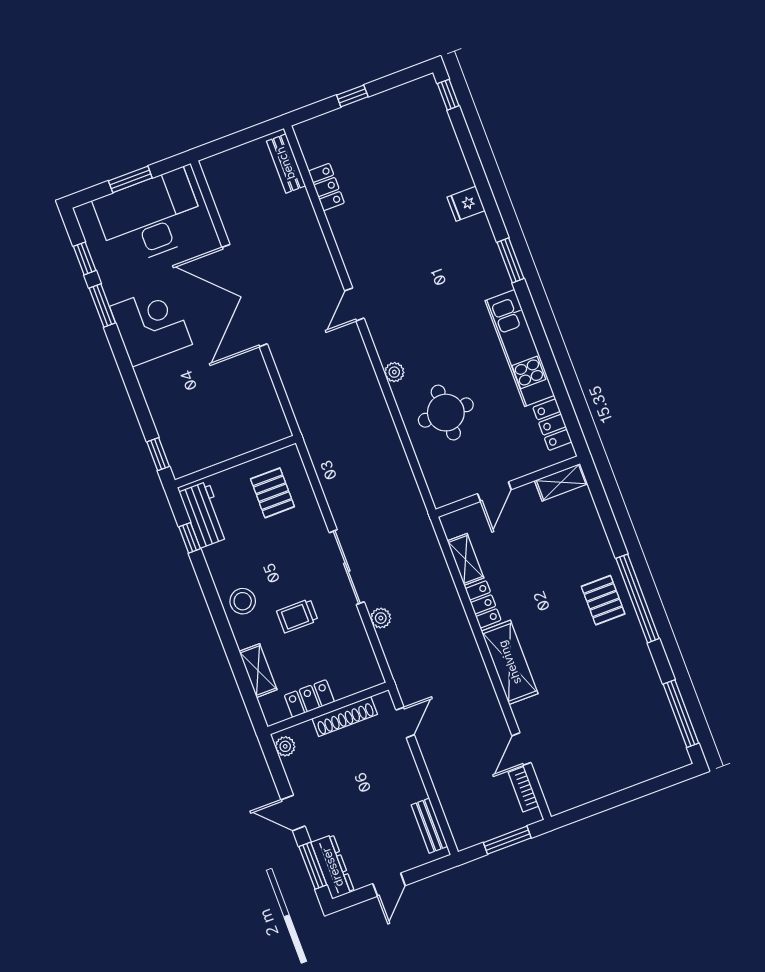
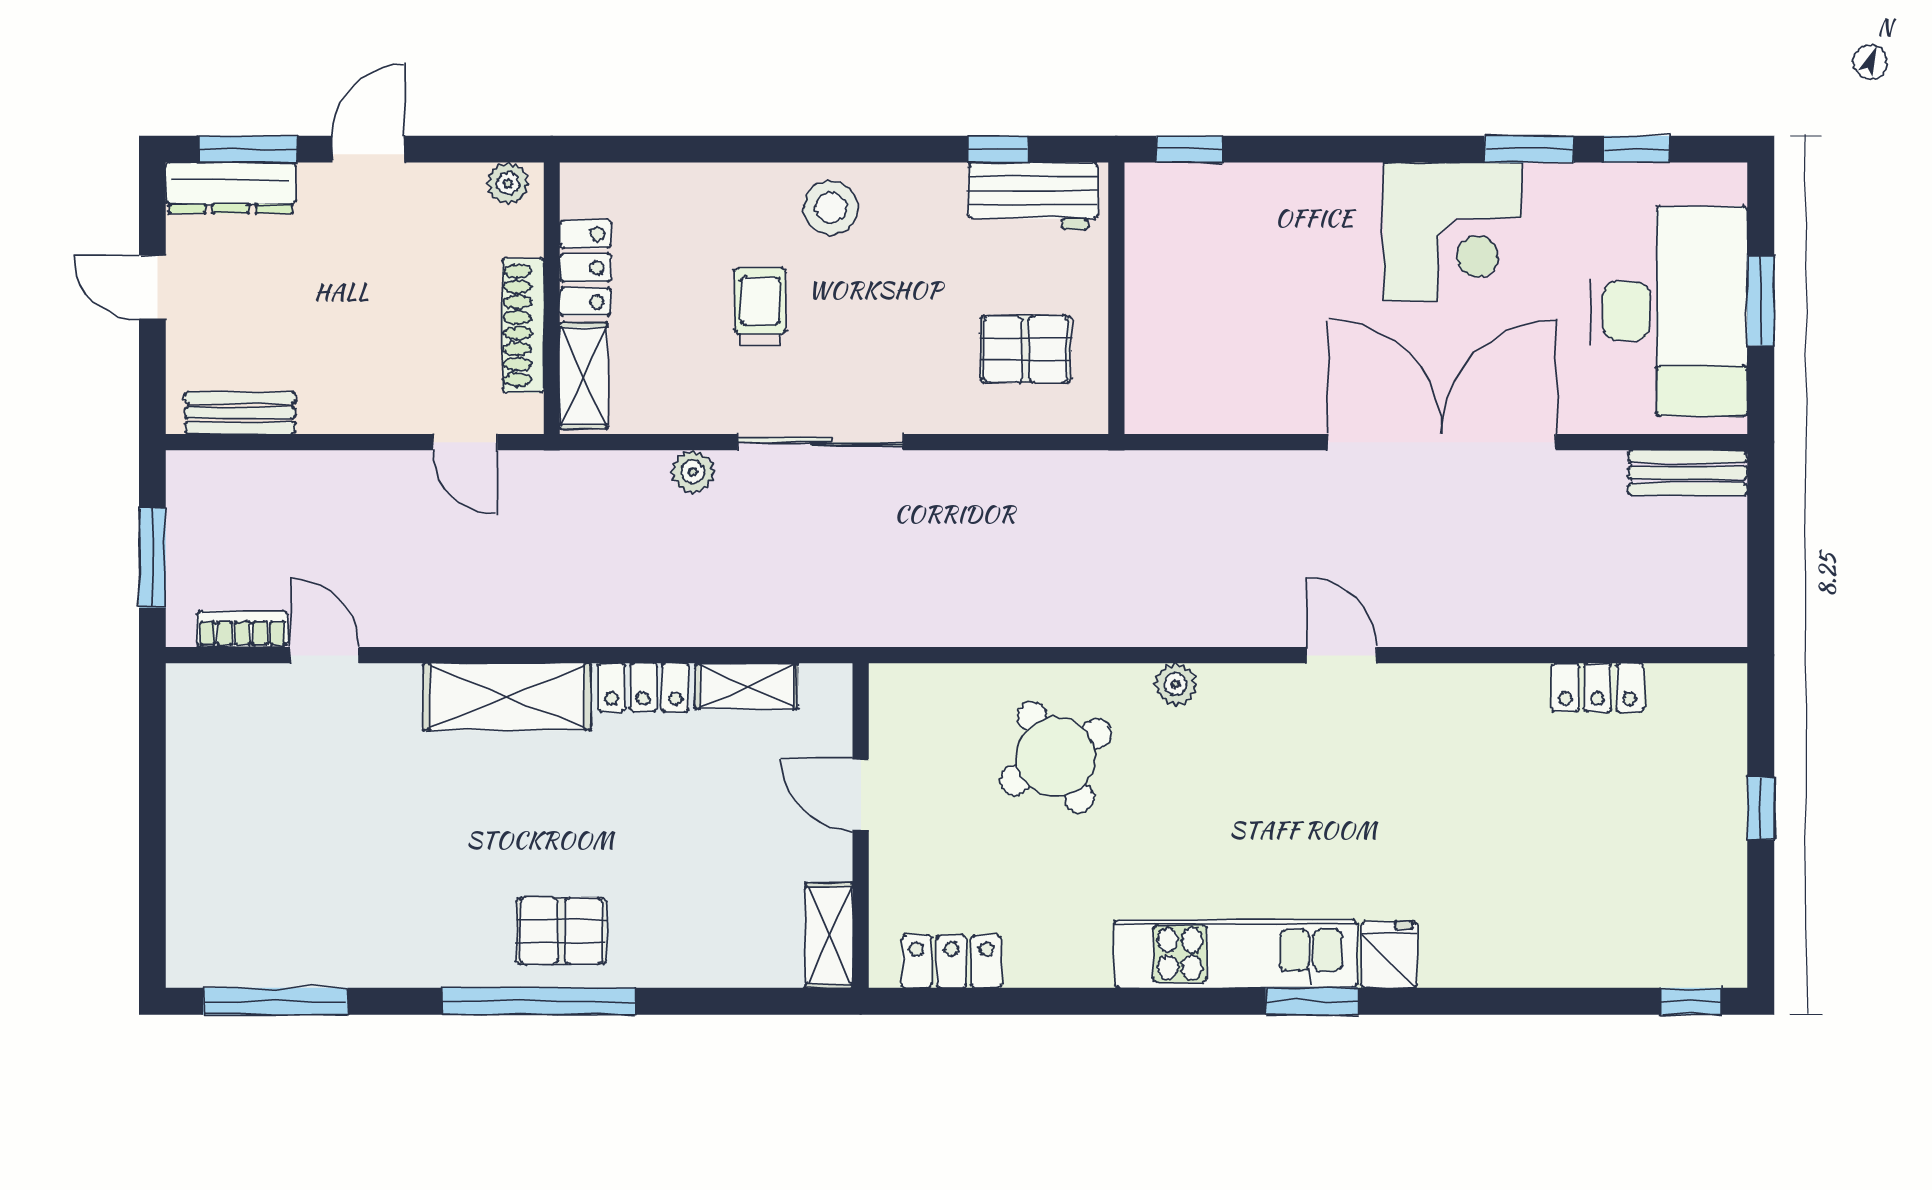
bench: (286, 163) -> (1688, 473), moved
fridge: (466, 204) -> (1389, 955), moved
kitchen unit: (520, 348) -> (1236, 954), moved
round table: (446, 413) -> (1056, 757), turned -30
shelving: (258, 671) -> (584, 376), moved, turned 90

